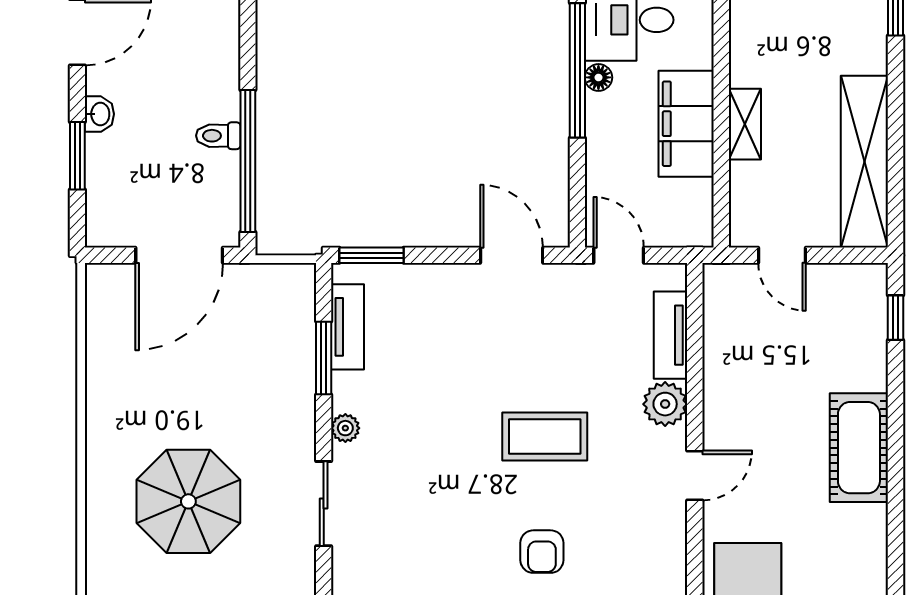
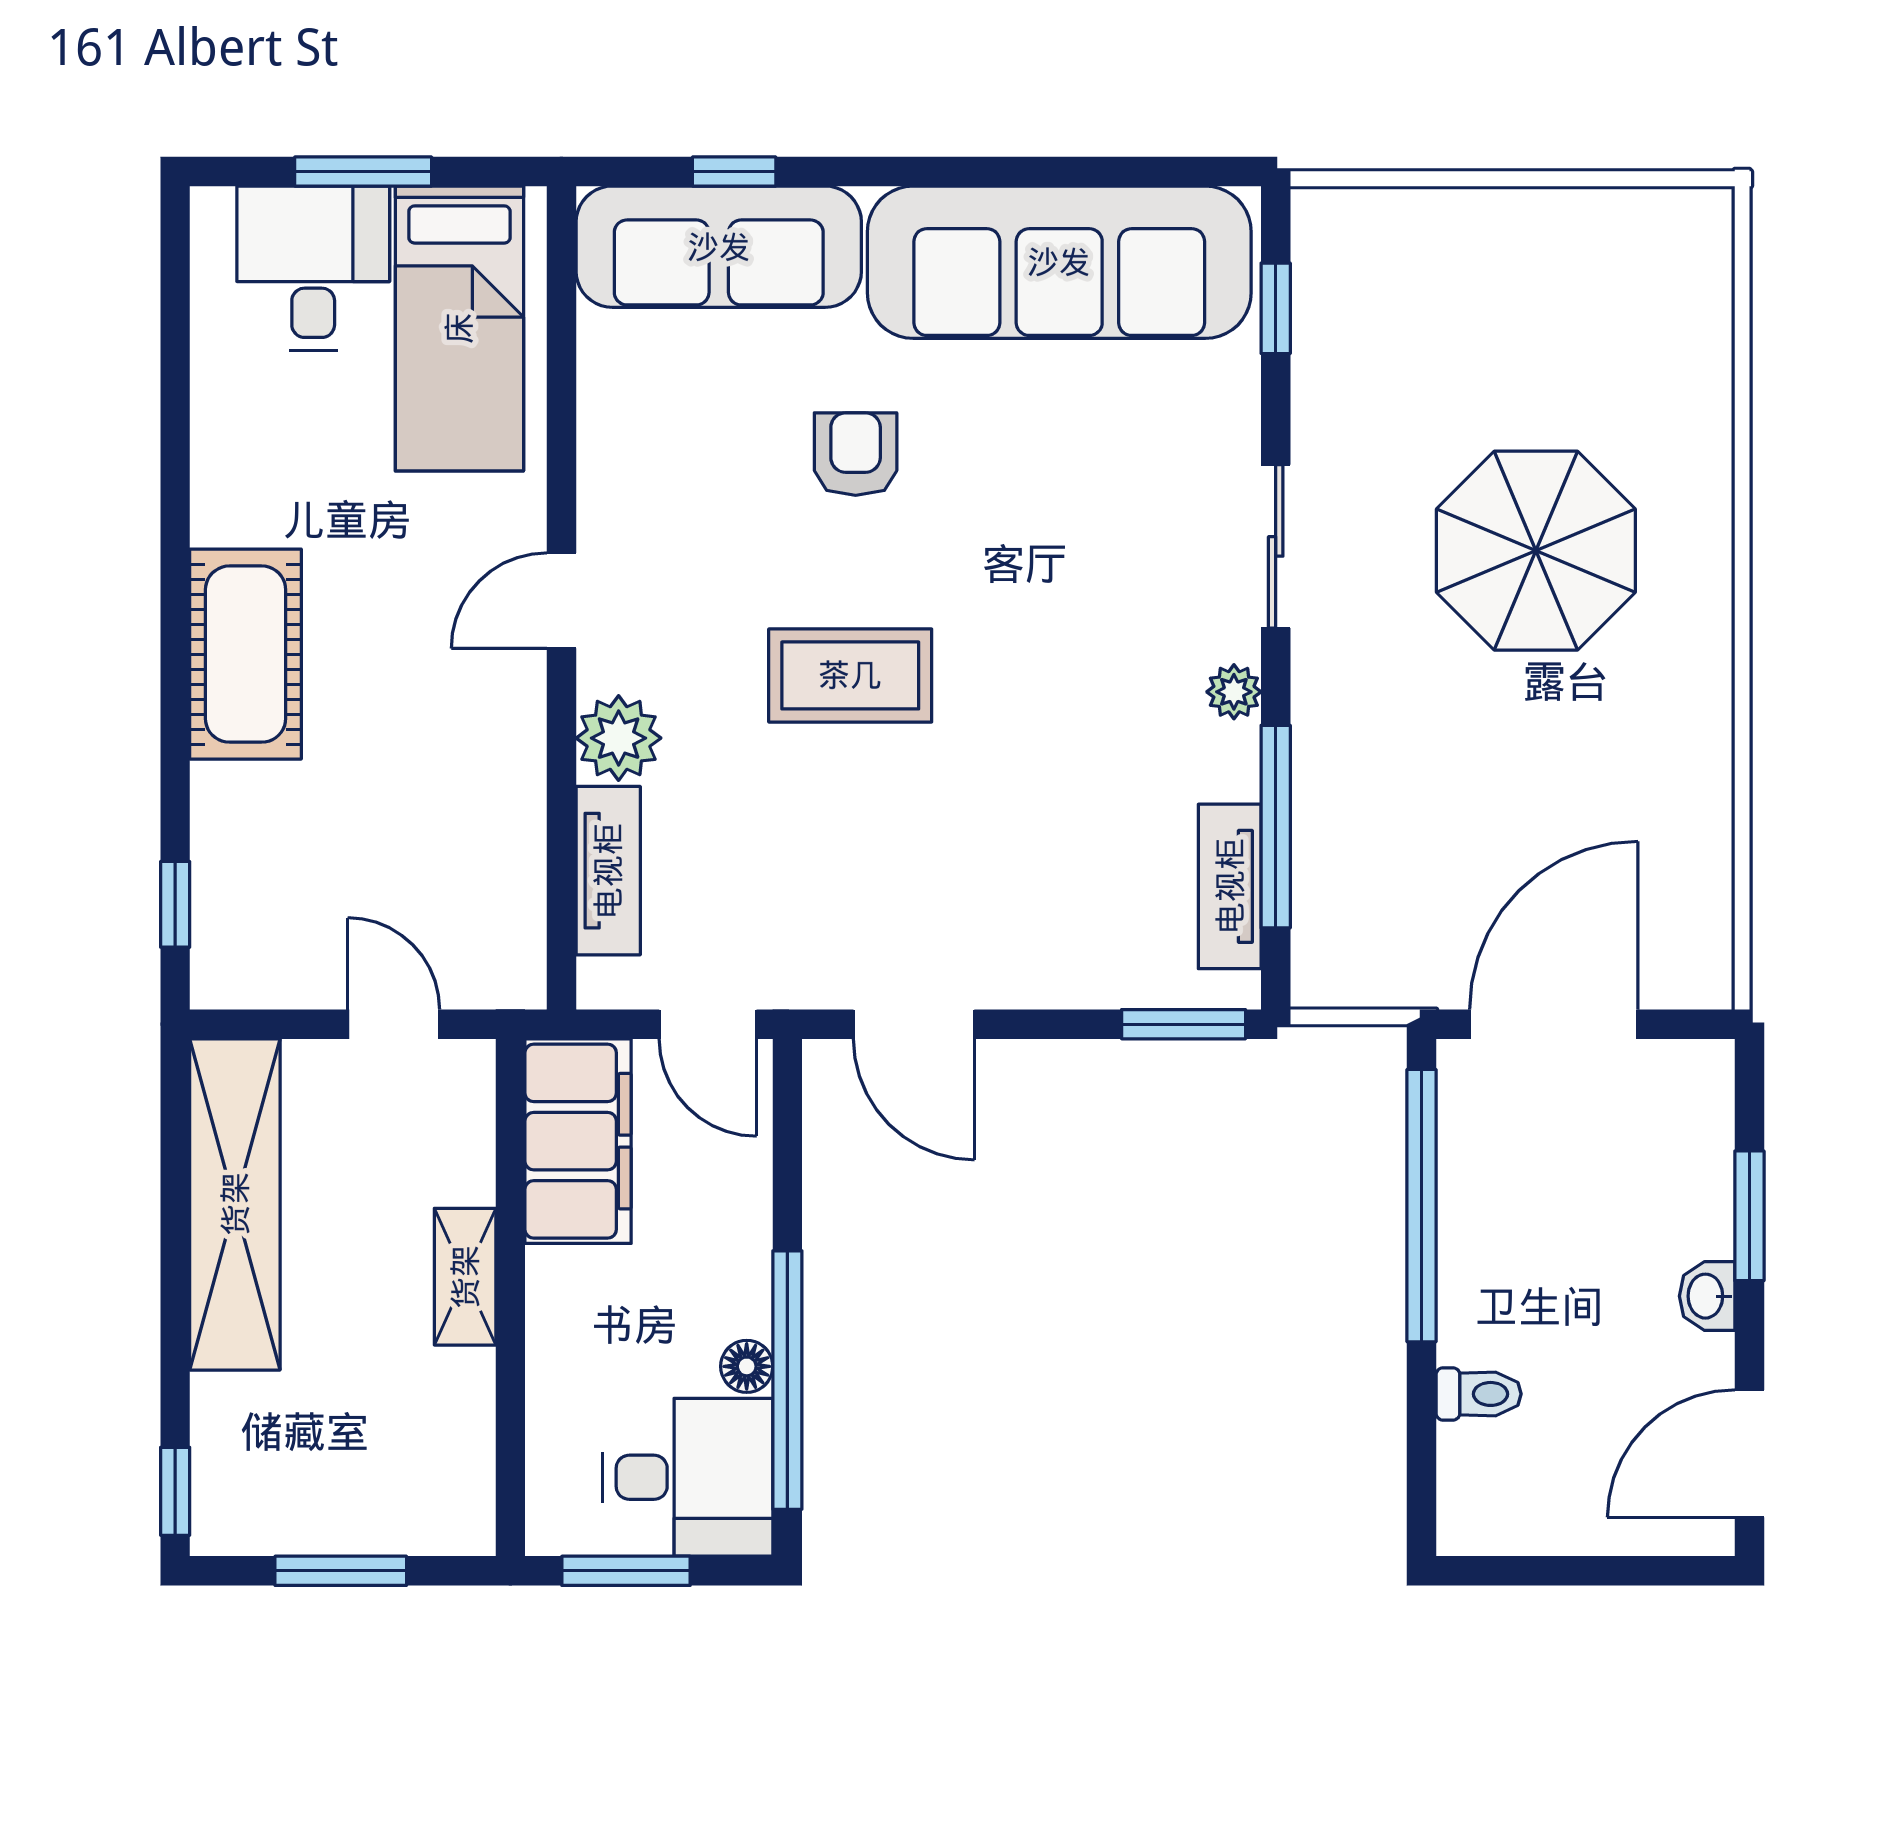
filing cabinet: (686, 124) -> (578, 1141), moved
toilet: (218, 136) -> (1479, 1394), moved
window: (324, 358) -> (1276, 827), width x1.44

